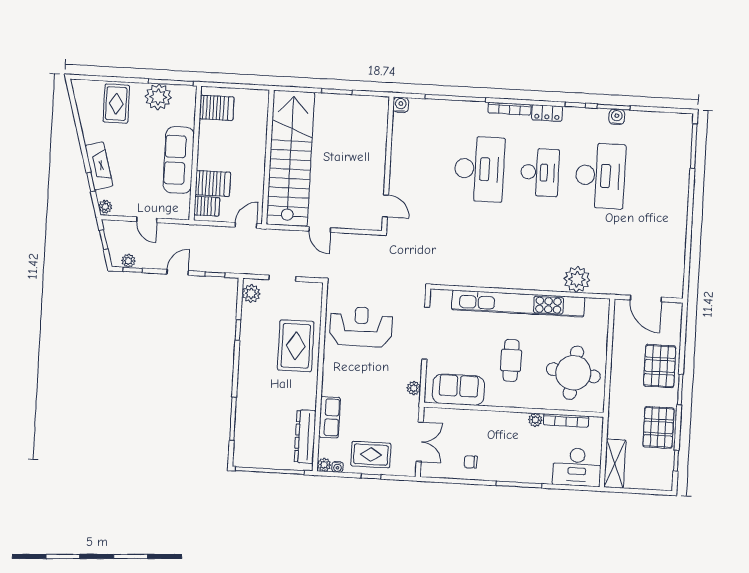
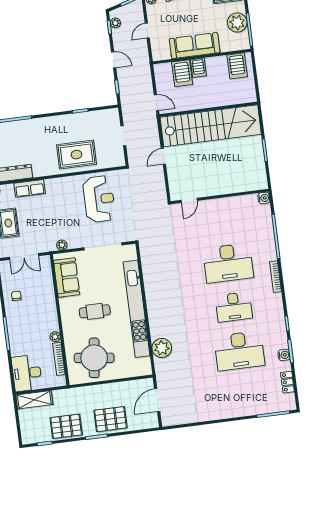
locker: (547, 113) -> (287, 382), moved
server rack: (207, 206) -> (198, 68), moved
plant: (251, 293) -> (108, 116), removed

